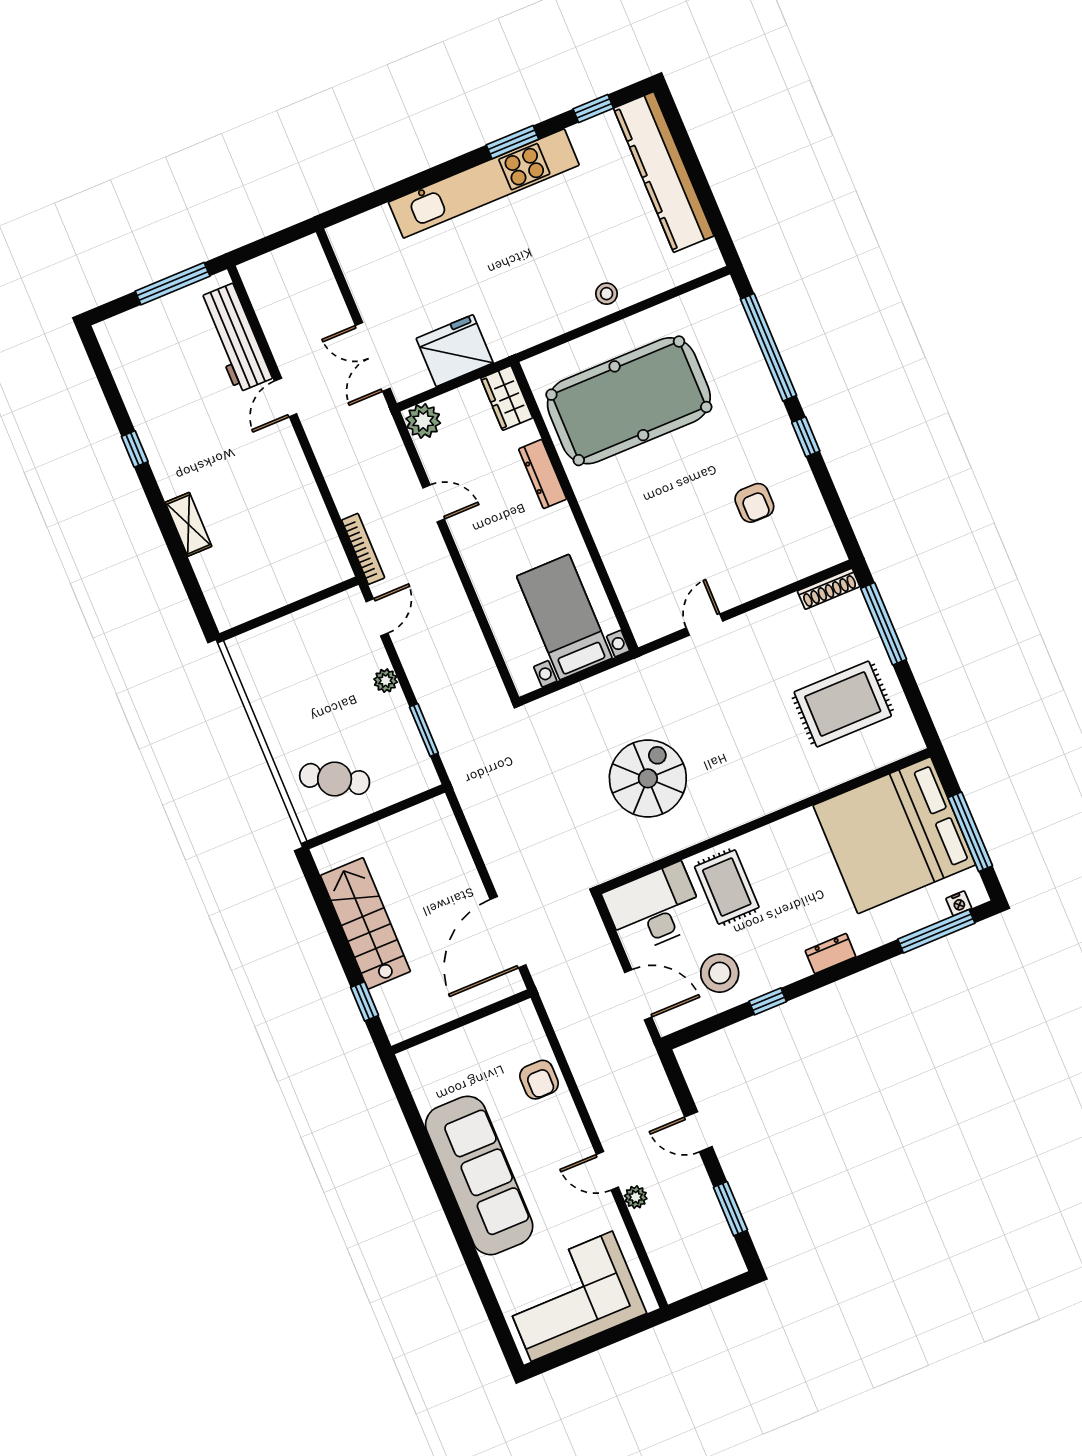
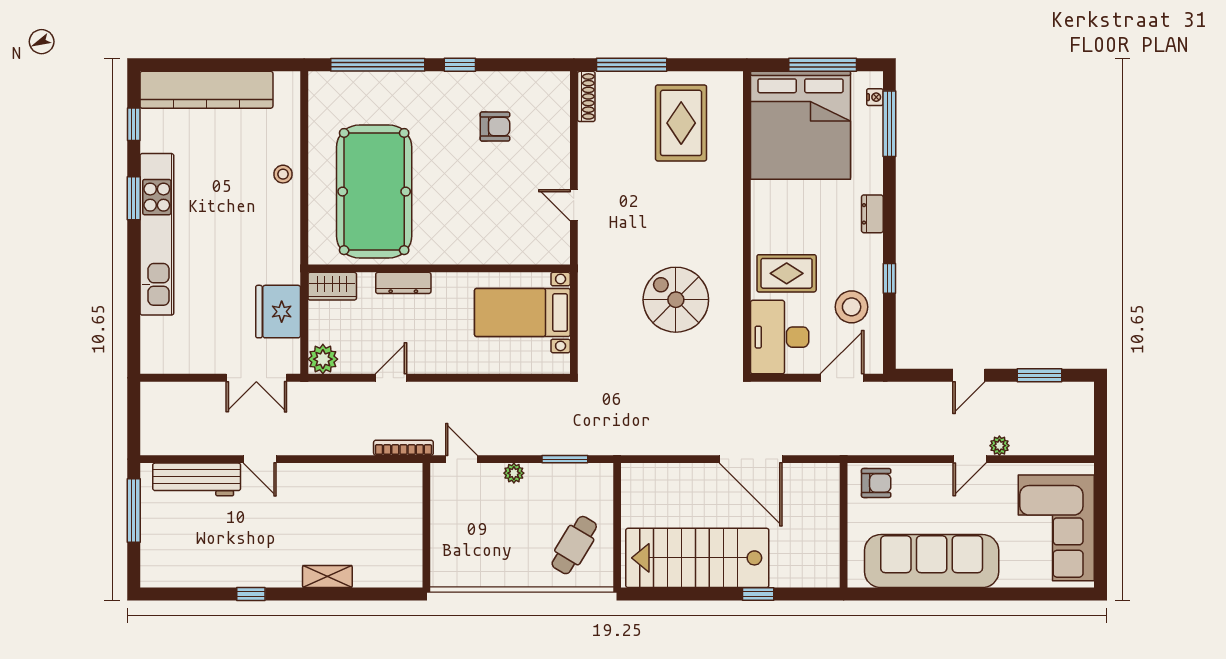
stairs: (365, 923) -> (697, 558), width x1.36, depth x1.51
wall: (461, 1022) -> (844, 525), moved

